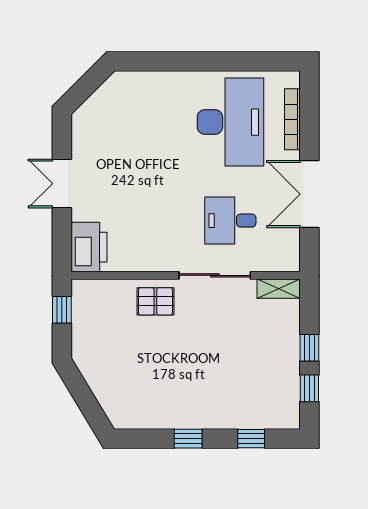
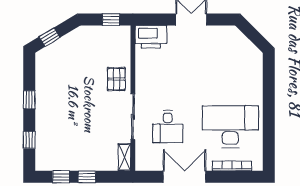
desk: (230, 122) -> (230, 127), turned 180
desk: (230, 221) -> (168, 127), turned 180
window: (90, 407) -> (50, 37), added

